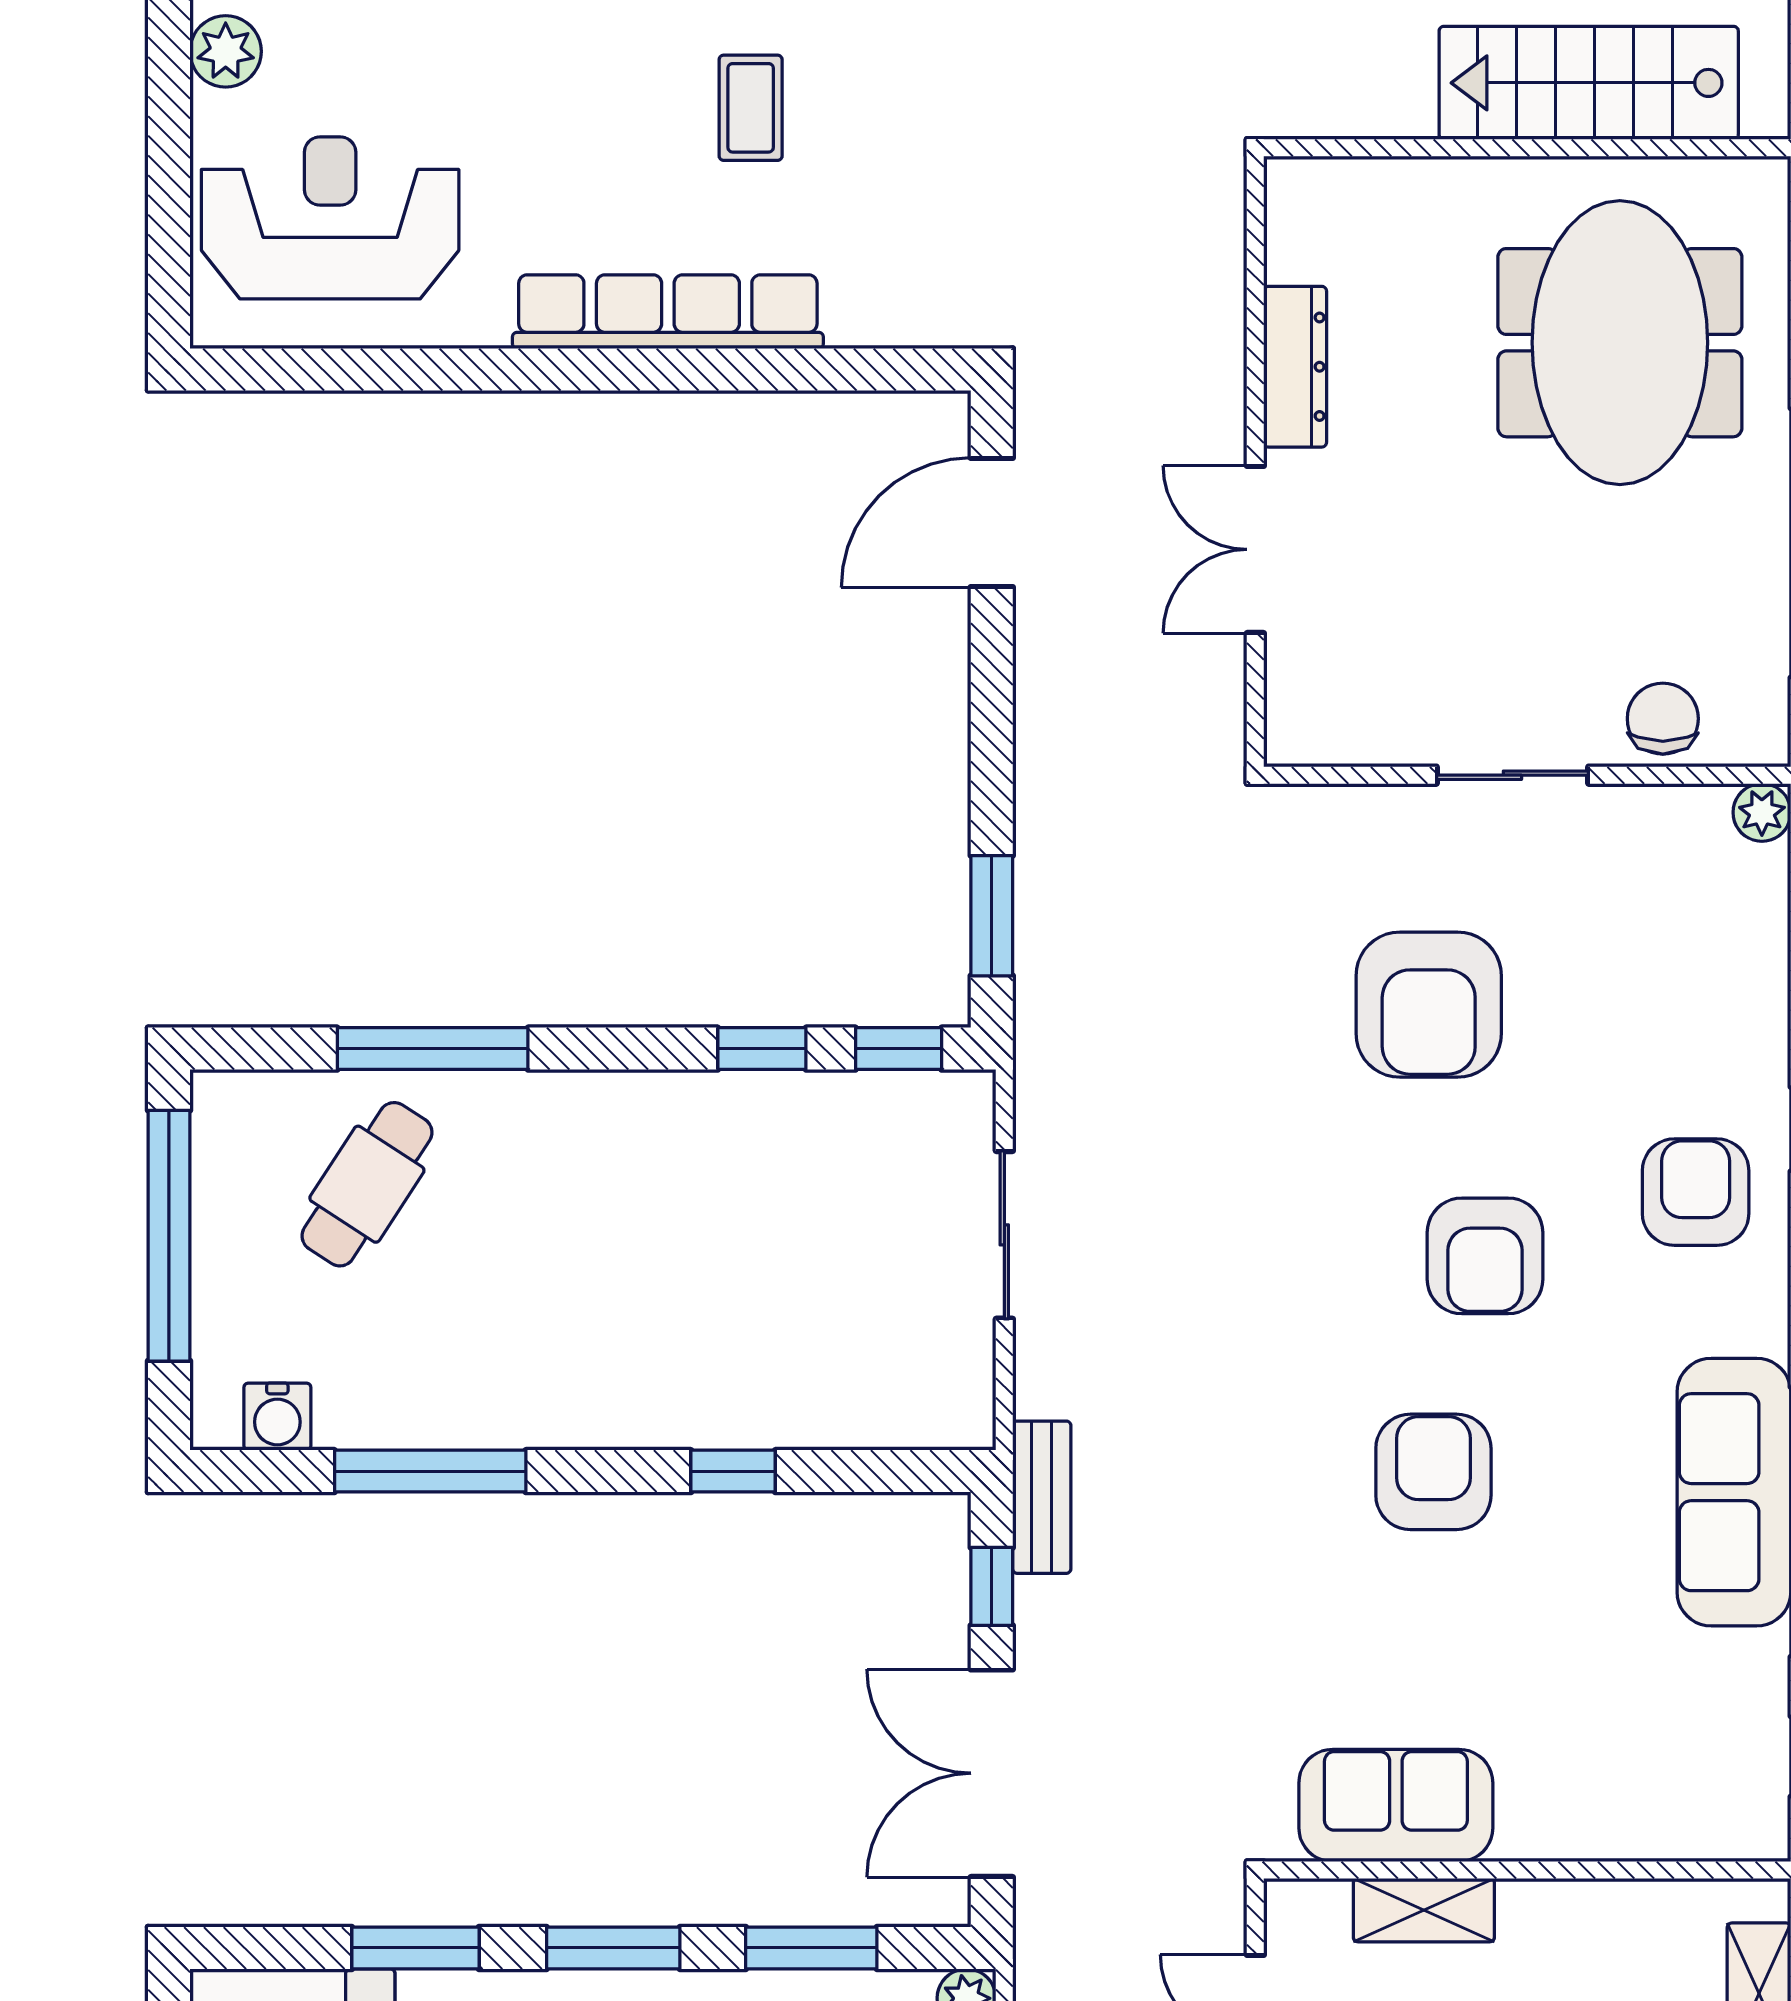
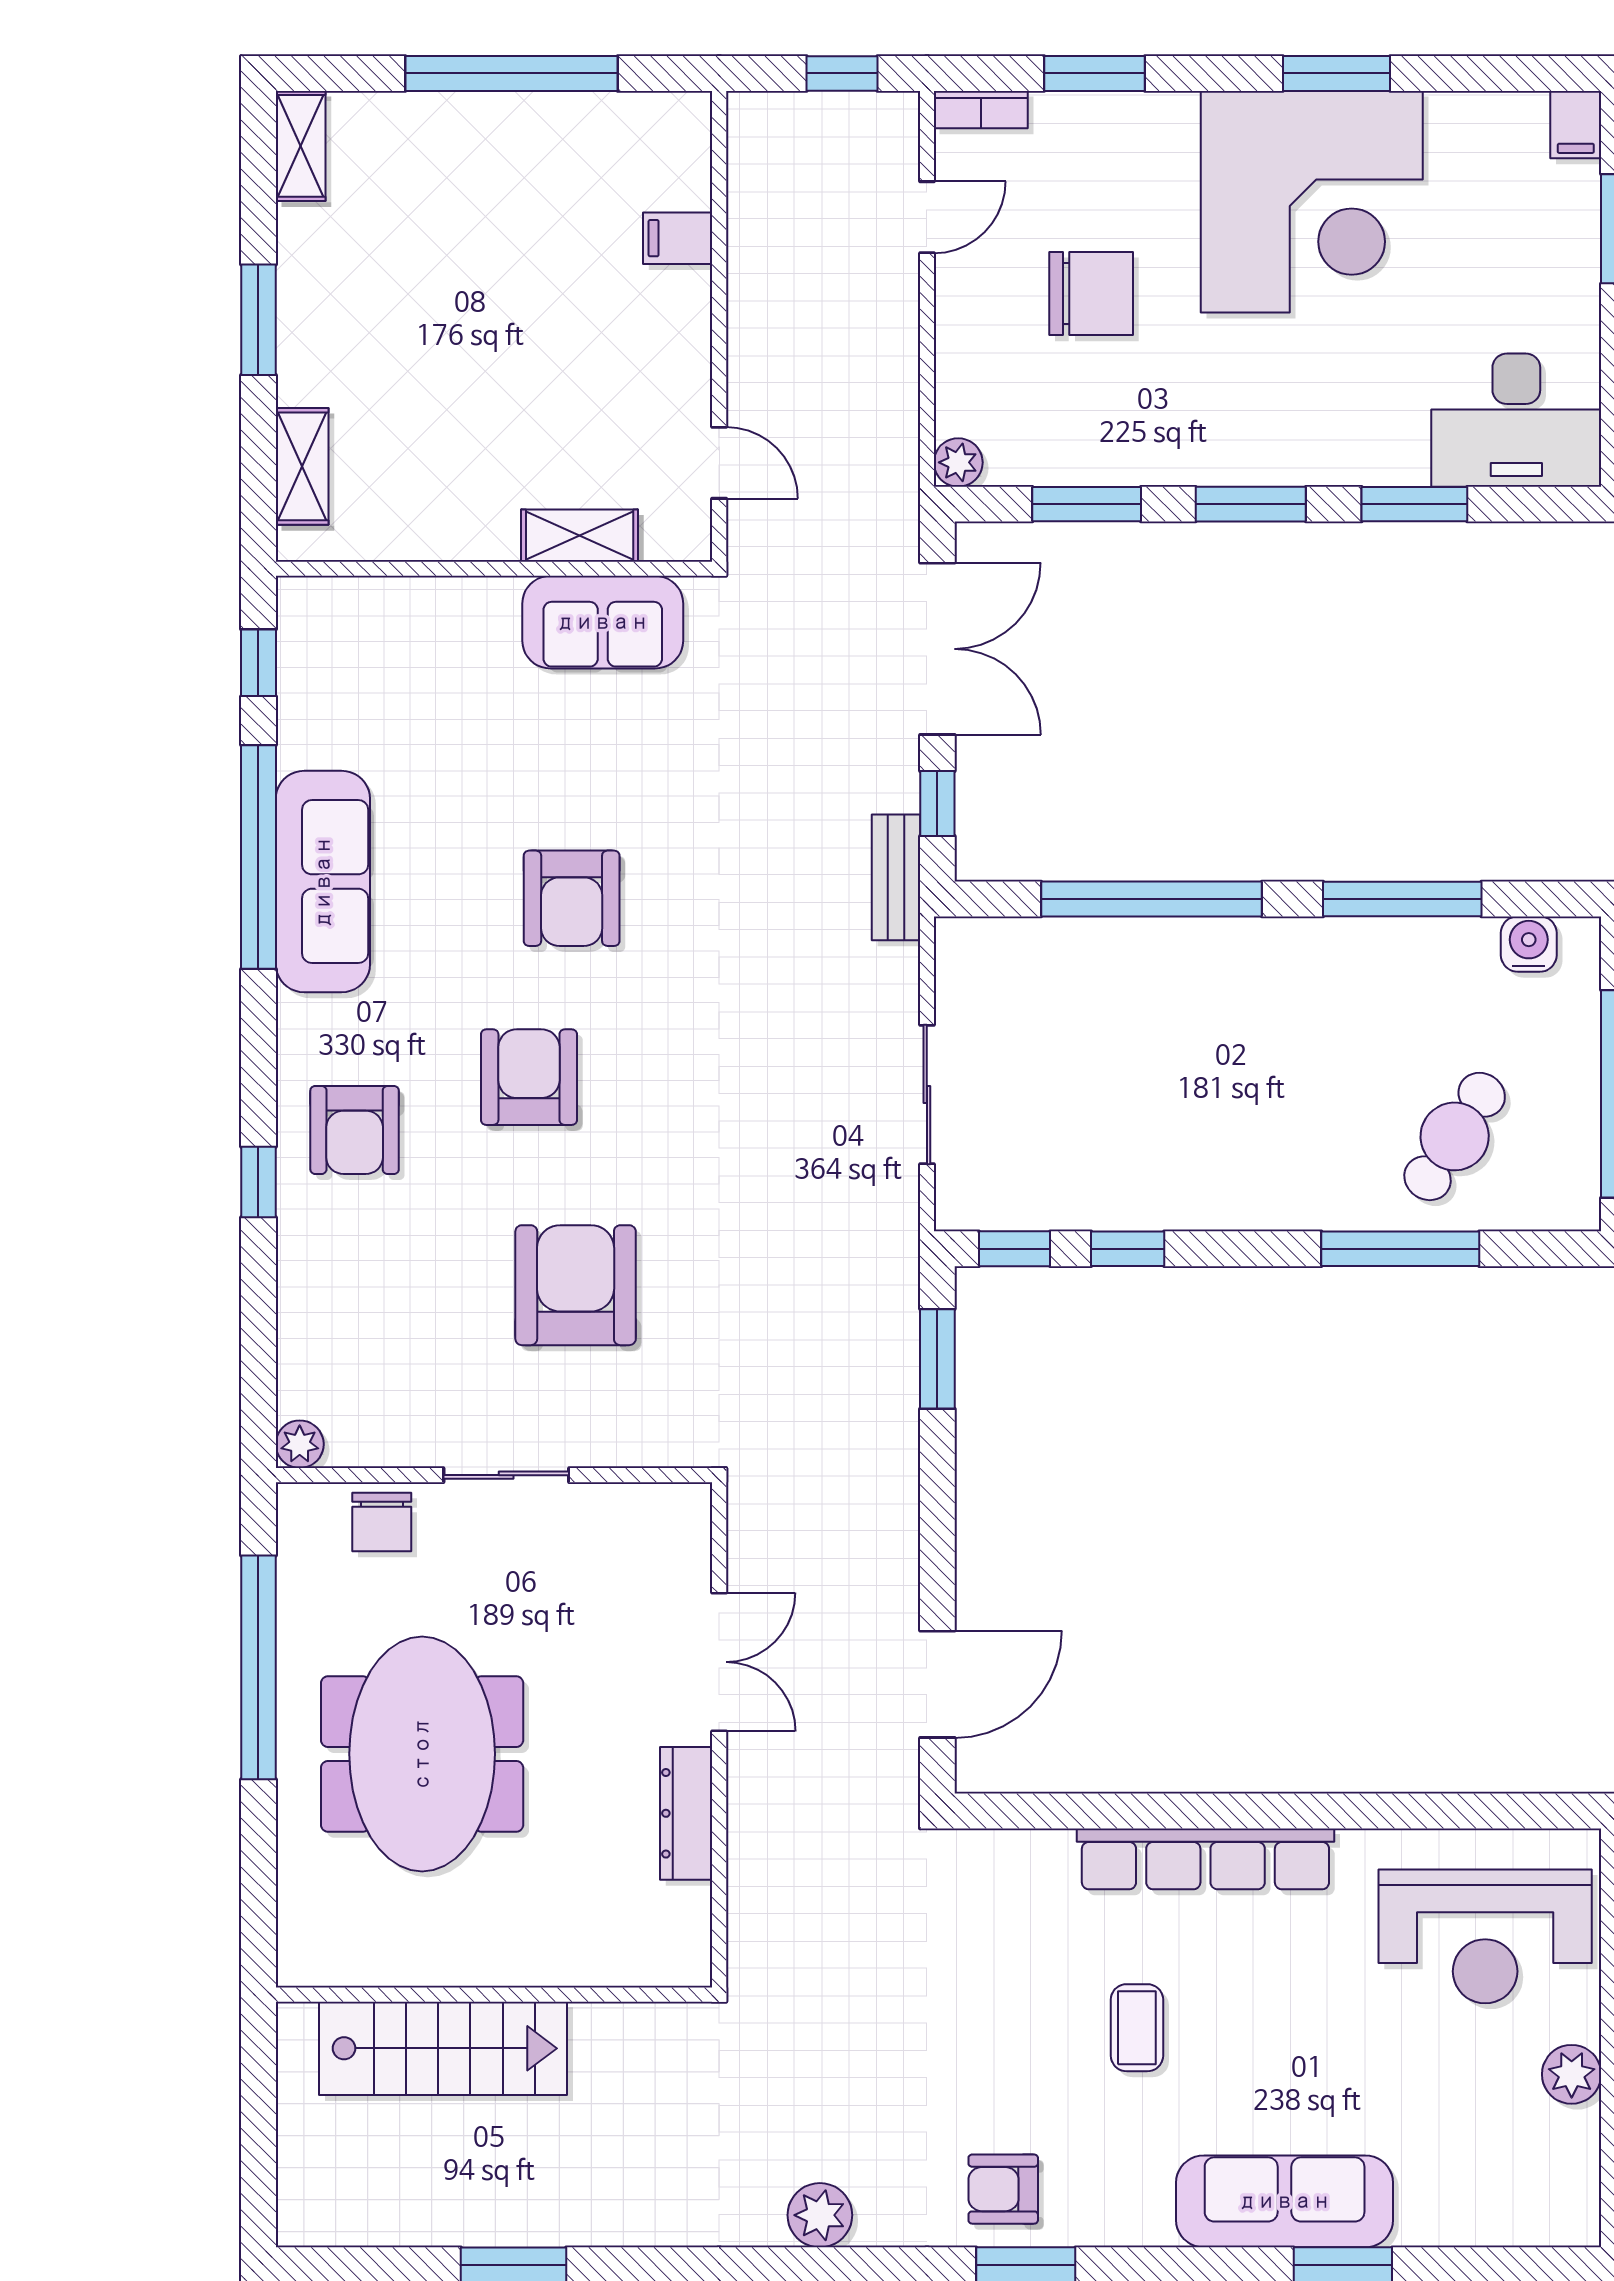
meeting table: (1620, 343) -> (422, 1754), moved
window: (733, 1471) -> (1151, 899), width x3.17

